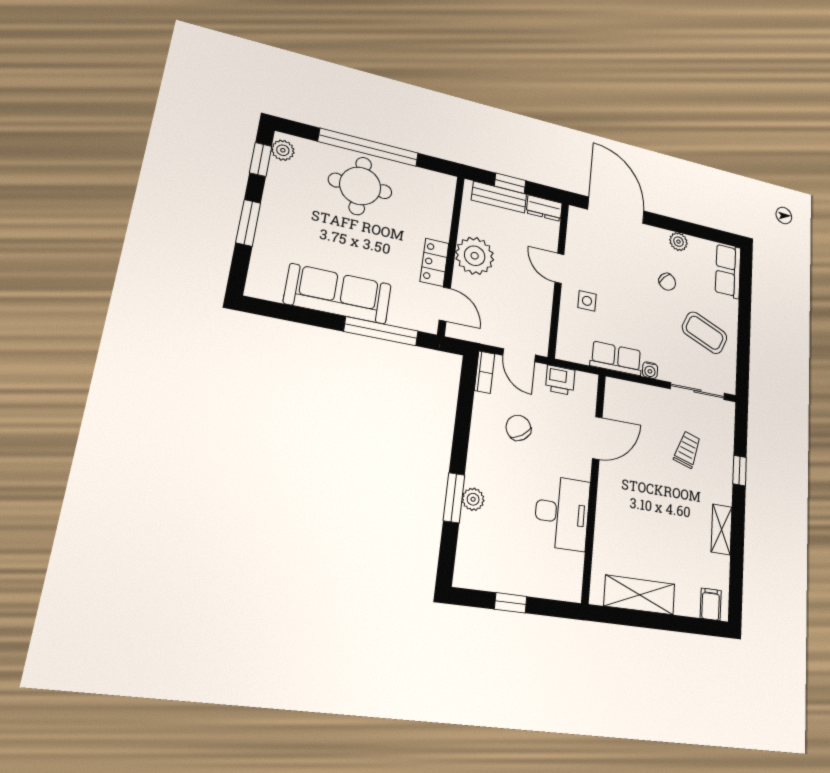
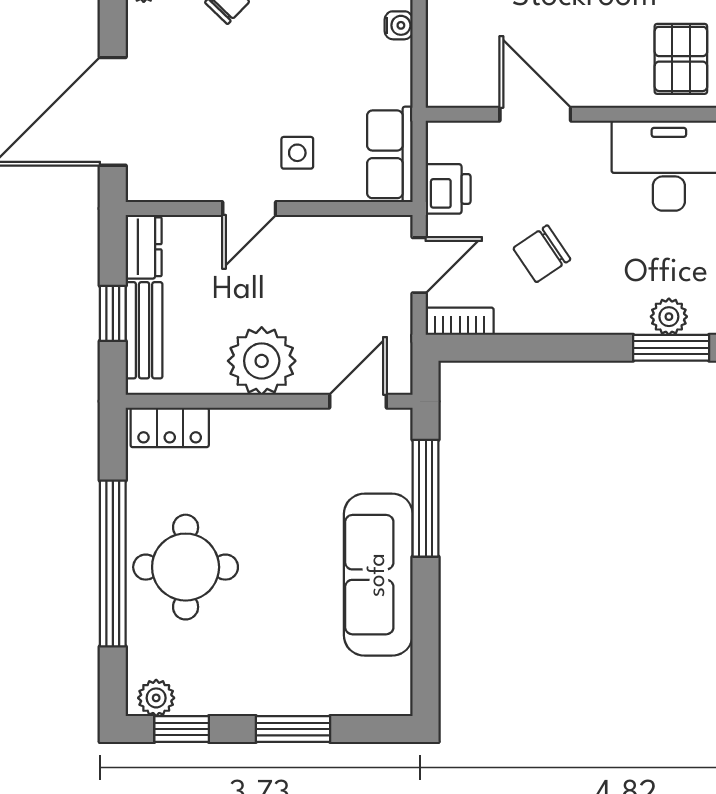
locker: (434, 262) -> (170, 427), moved
row of seats: (616, 358) -> (390, 154), moved
pallet: (622, 530) -> (681, 59), added

